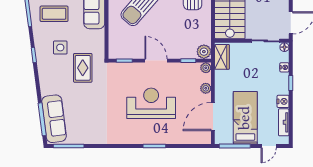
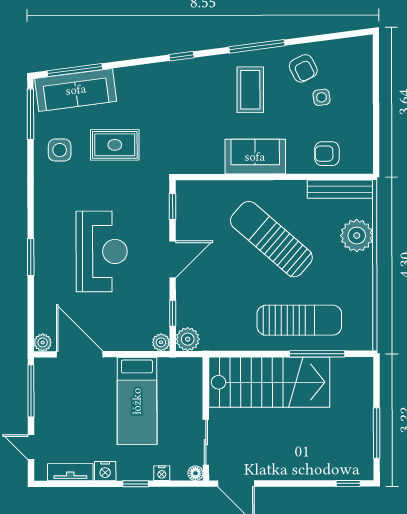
side table: (60, 48) -> (60, 150), moved
wardrobe: (222, 57) -> (179, 369), removed
rug: (83, 68) -> (115, 145), moved
plant: (206, 88) -> (43, 342), moved
bed: (245, 118) -> (137, 401), moved, turned 90

